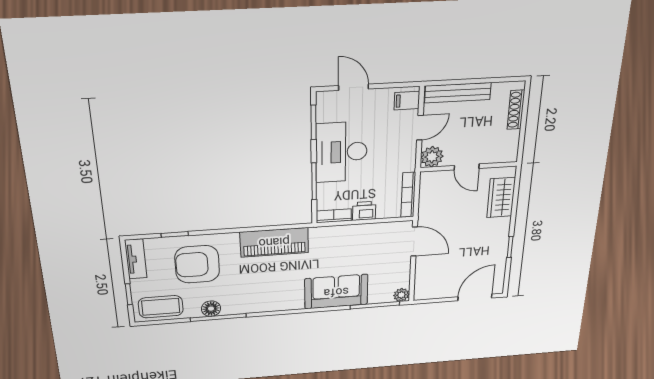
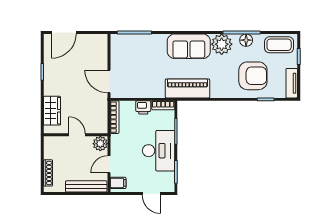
piano: (274, 242) -> (187, 88), moved
sofa: (336, 292) -> (189, 46), moved
plant: (401, 295) -> (222, 44), moved, width x1.88, depth x1.88

